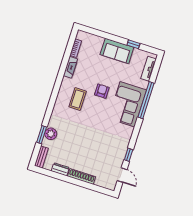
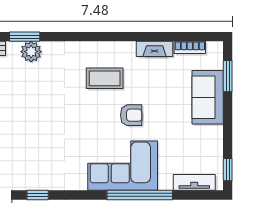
window: (97, 33) -> (228, 76), added
window: (133, 44) -> (228, 170), moved
sofa: (117, 51) -> (208, 97), moved

